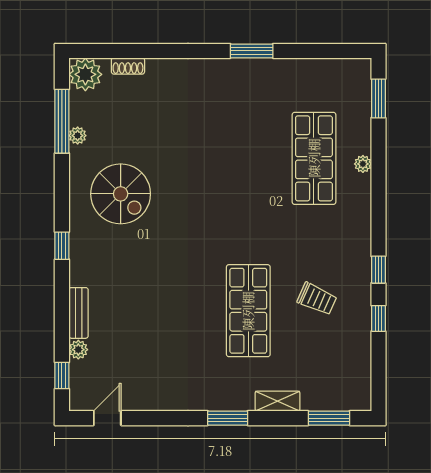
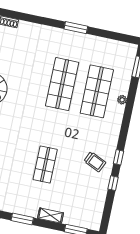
shop shelf: (248, 158) -> (62, 84), added
trolley: (317, 299) -> (95, 162), moved
shop shelf: (248, 311) -> (45, 165), width x0.70, depth x0.74

